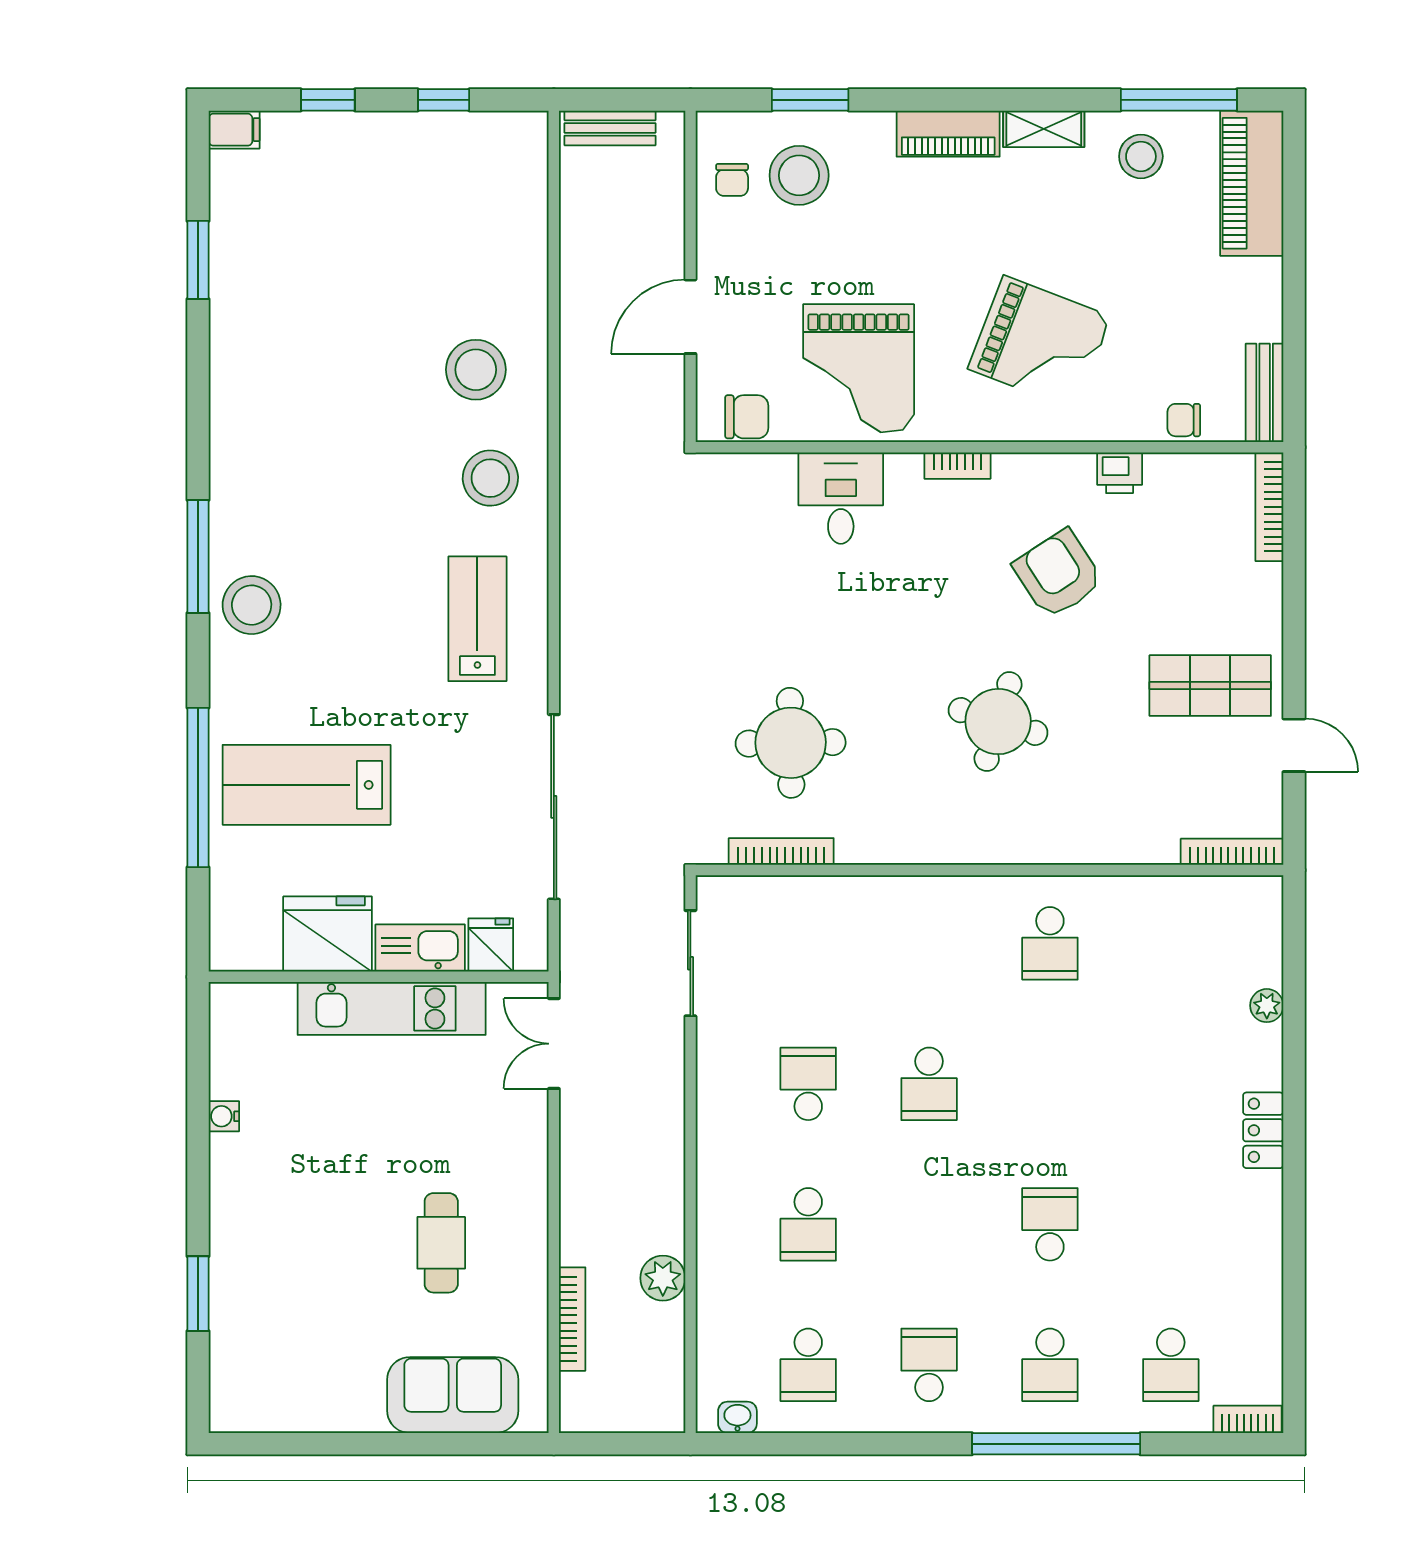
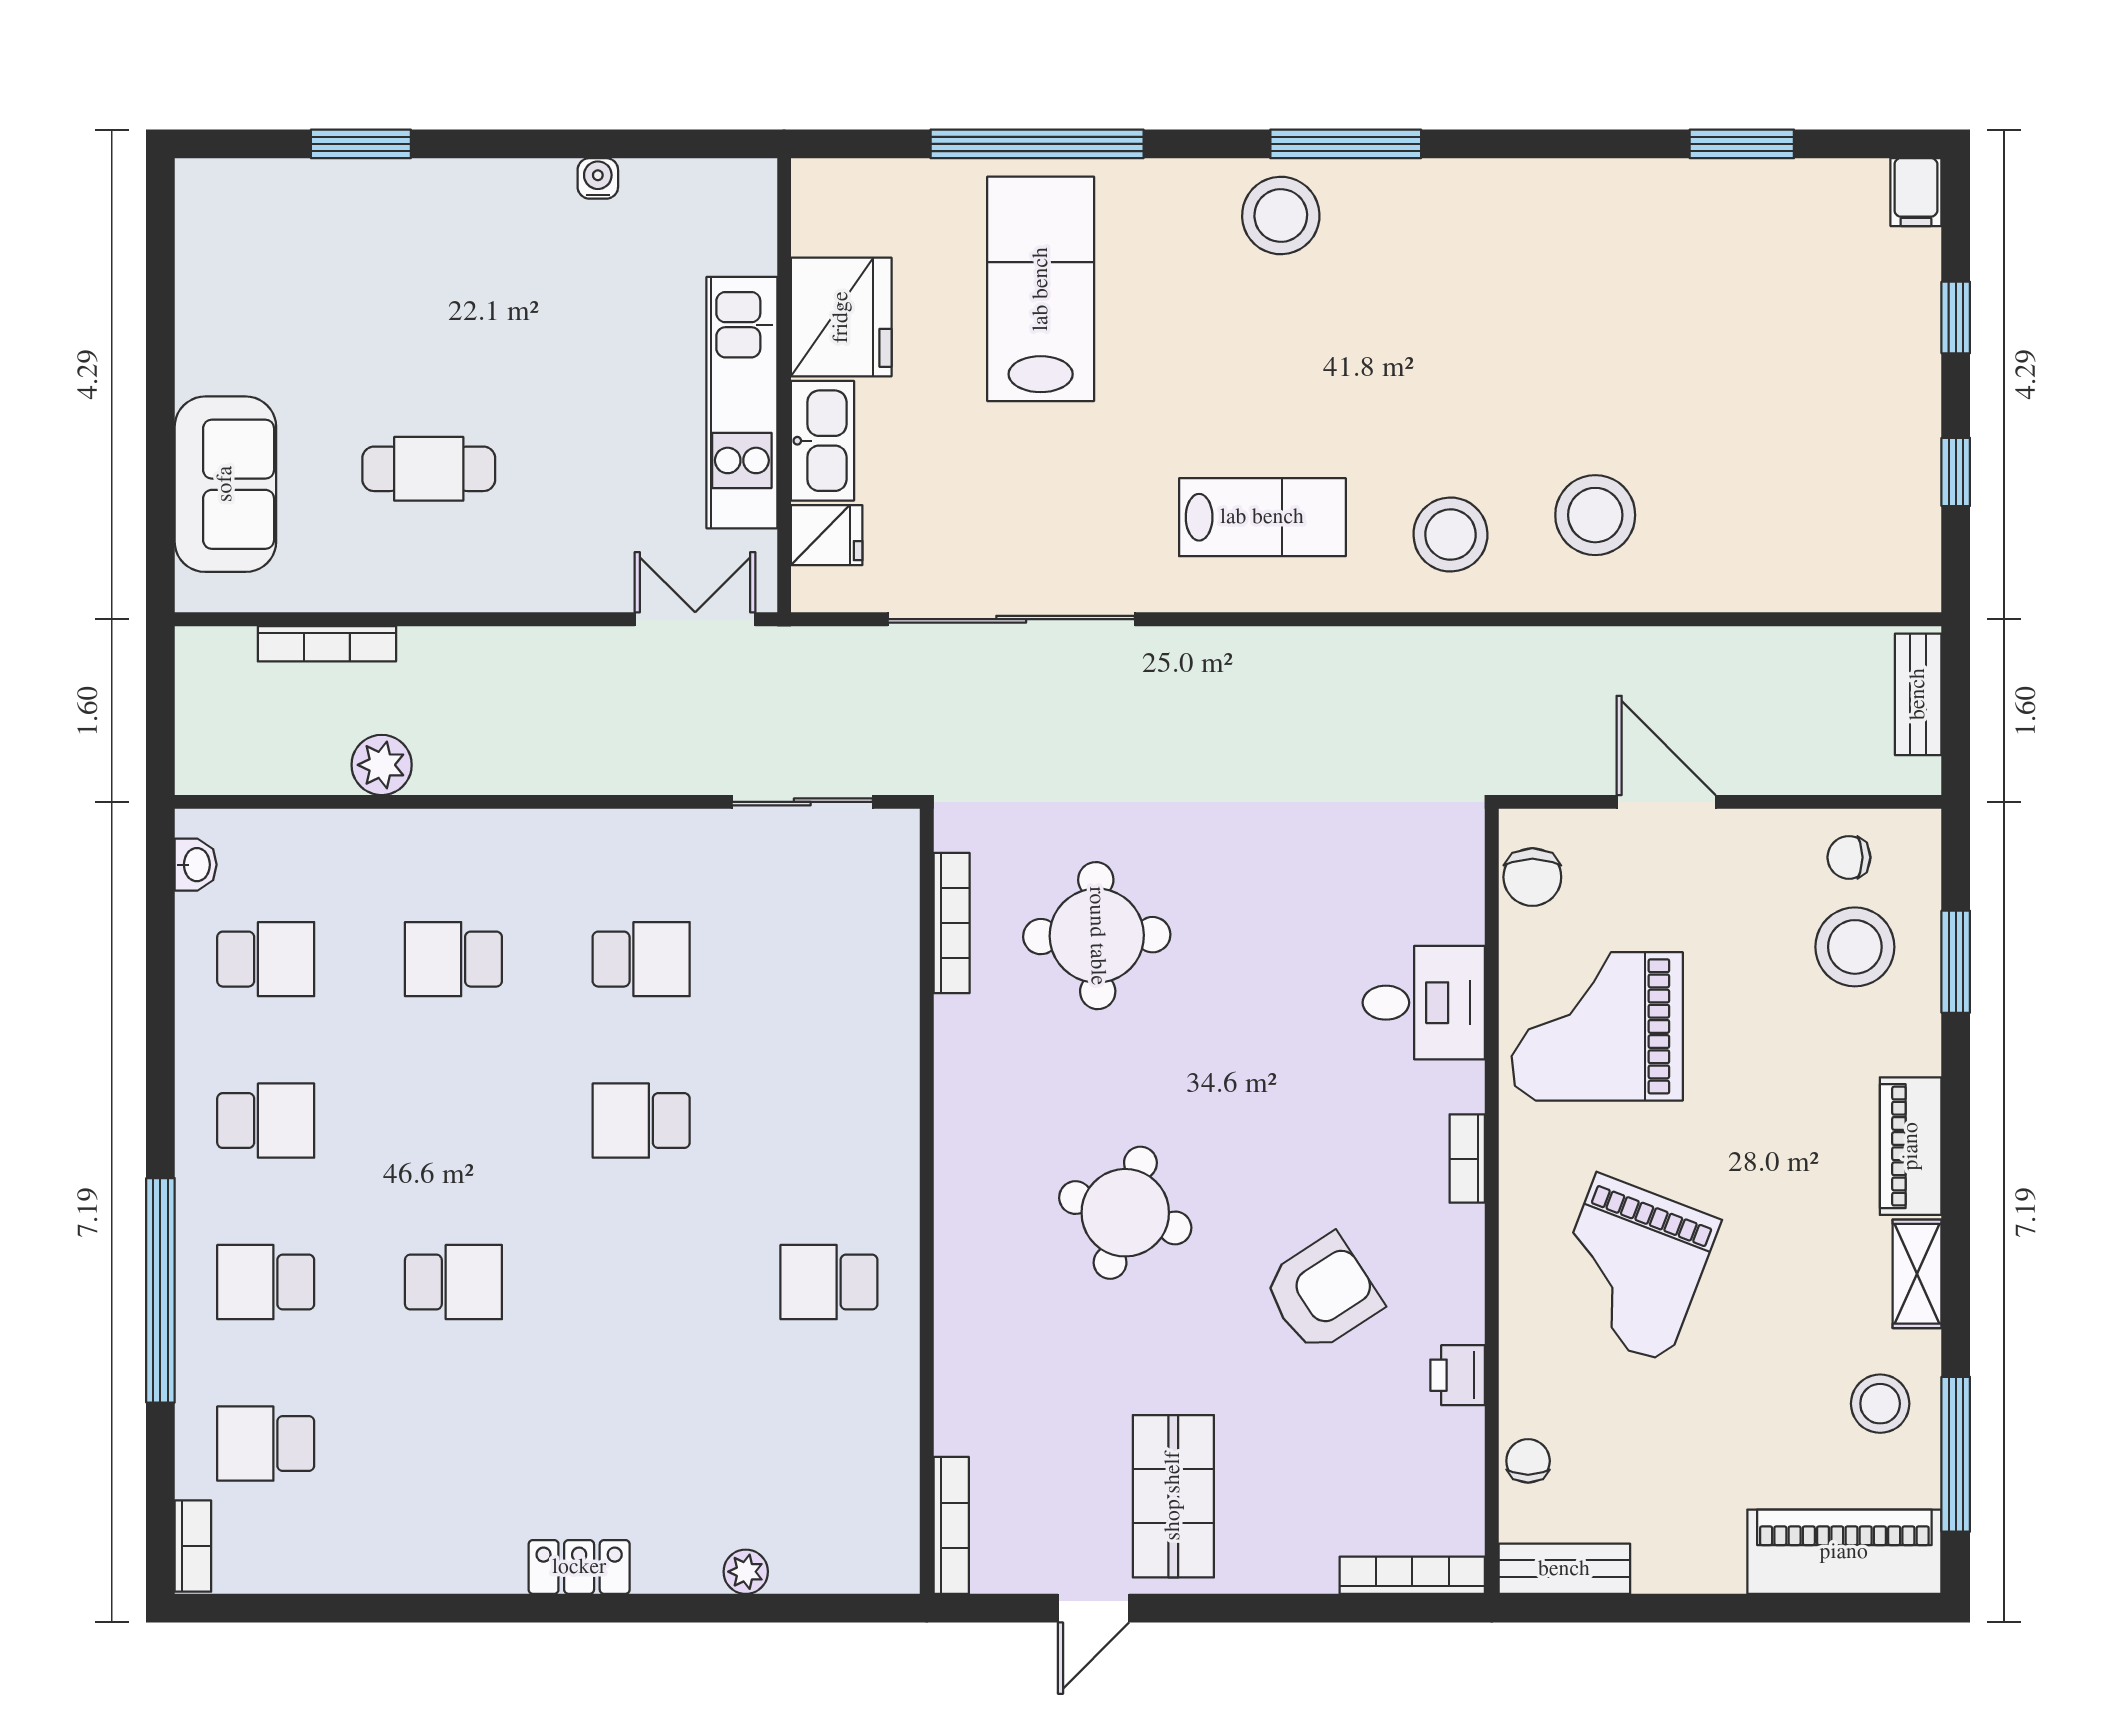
school desk: (808, 1365) -> (266, 959), turned 180

